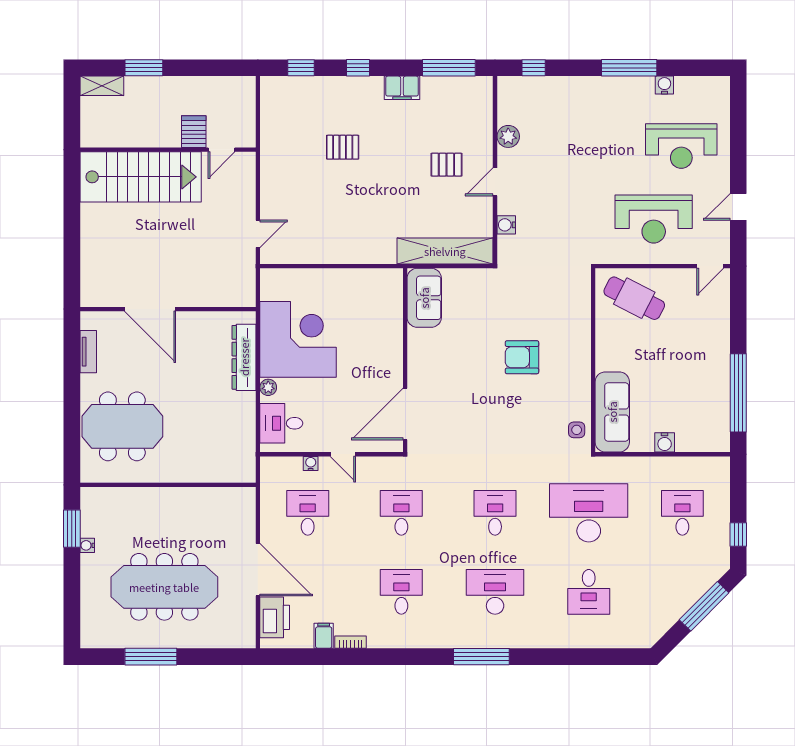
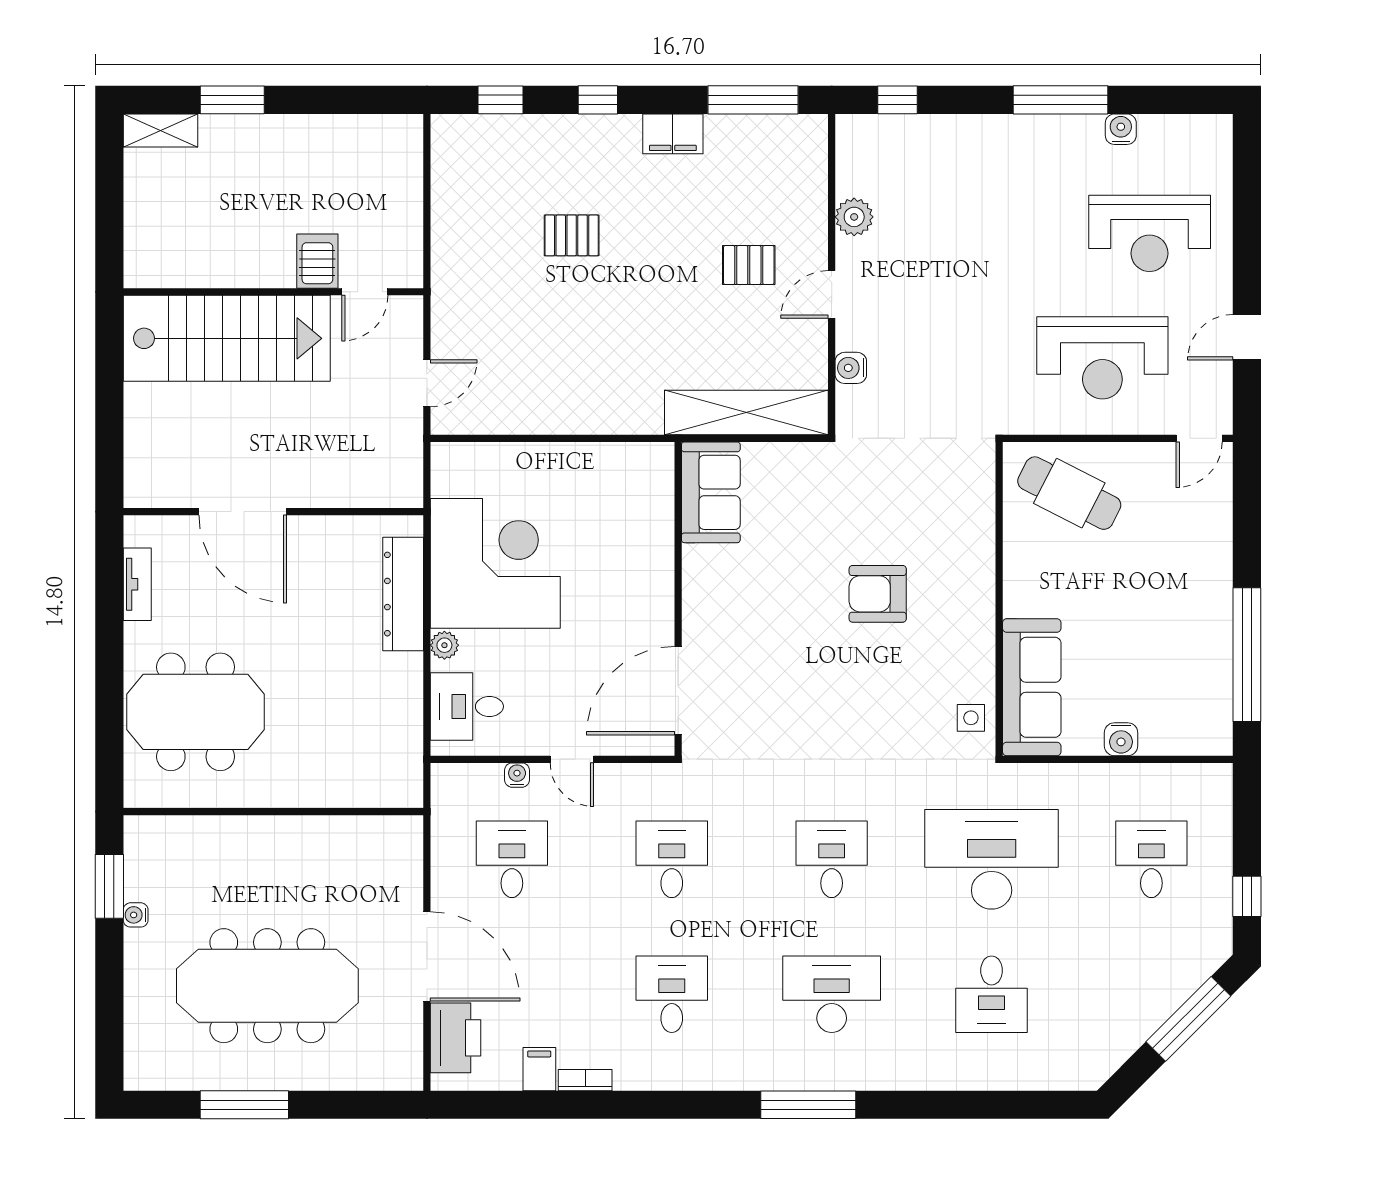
server rack: (194, 132) -> (317, 261), moved
wall: (168, 150) -> (273, 292), moved
door: (222, 150) -> (365, 292), moved
stairs: (141, 177) -> (227, 338), moved

